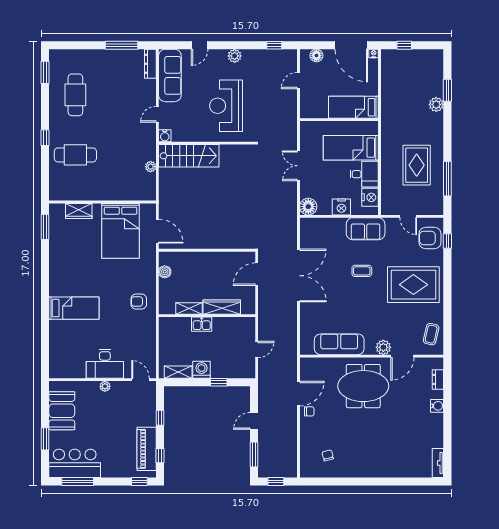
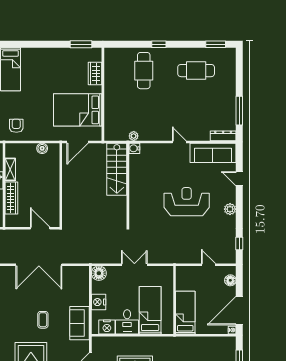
water cooler: (165, 136) -> (134, 148), moved
wall: (207, 143) -> (128, 185), moved
stairs: (189, 156) -> (117, 169), moved

